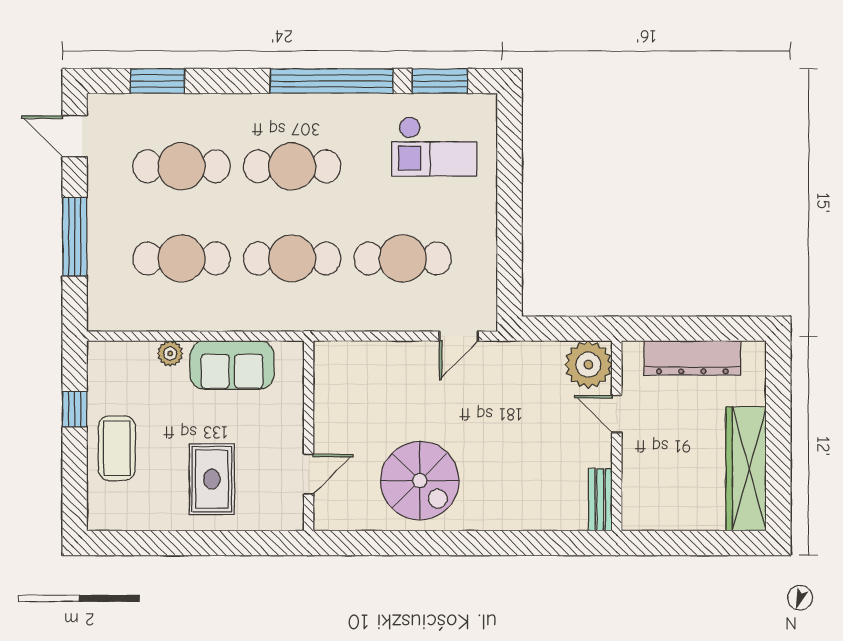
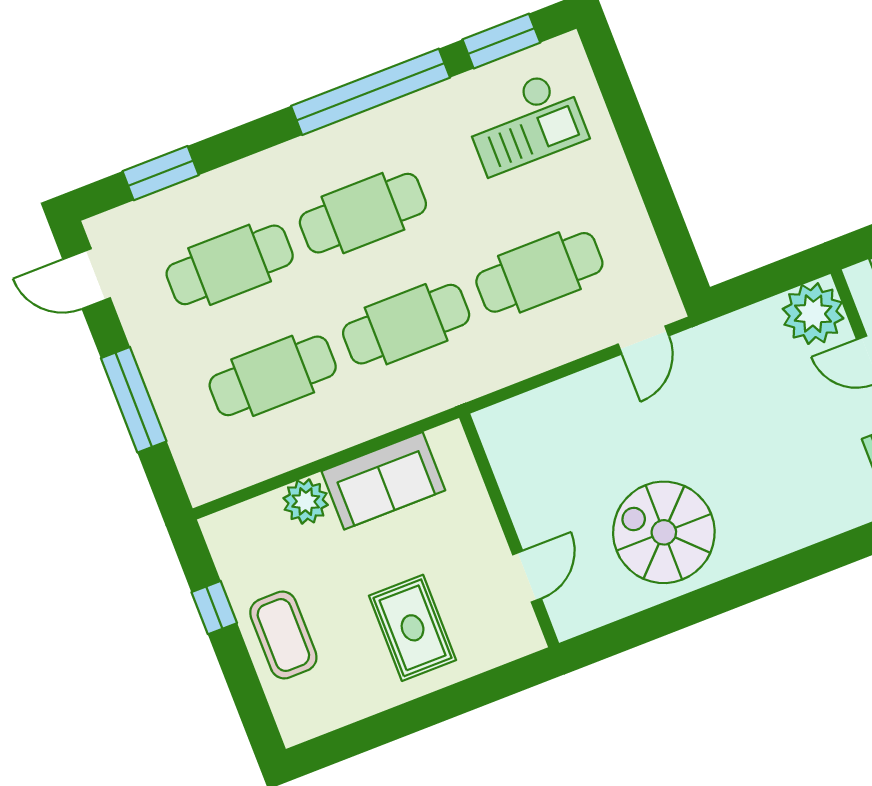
plant: (170, 353) -> (306, 502), width x1.38, depth x1.38
spiral stairs: (420, 481) -> (664, 532), turned 180

